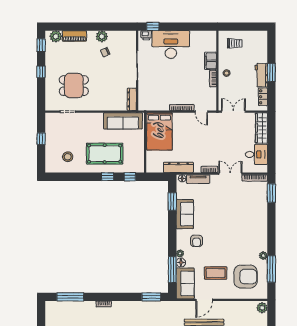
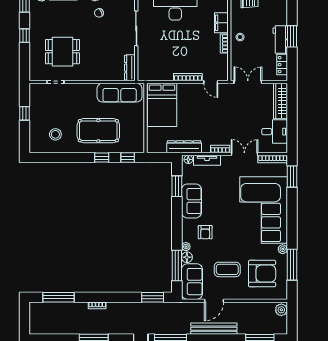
corner sofa: (247, 222) -> (264, 210), added

